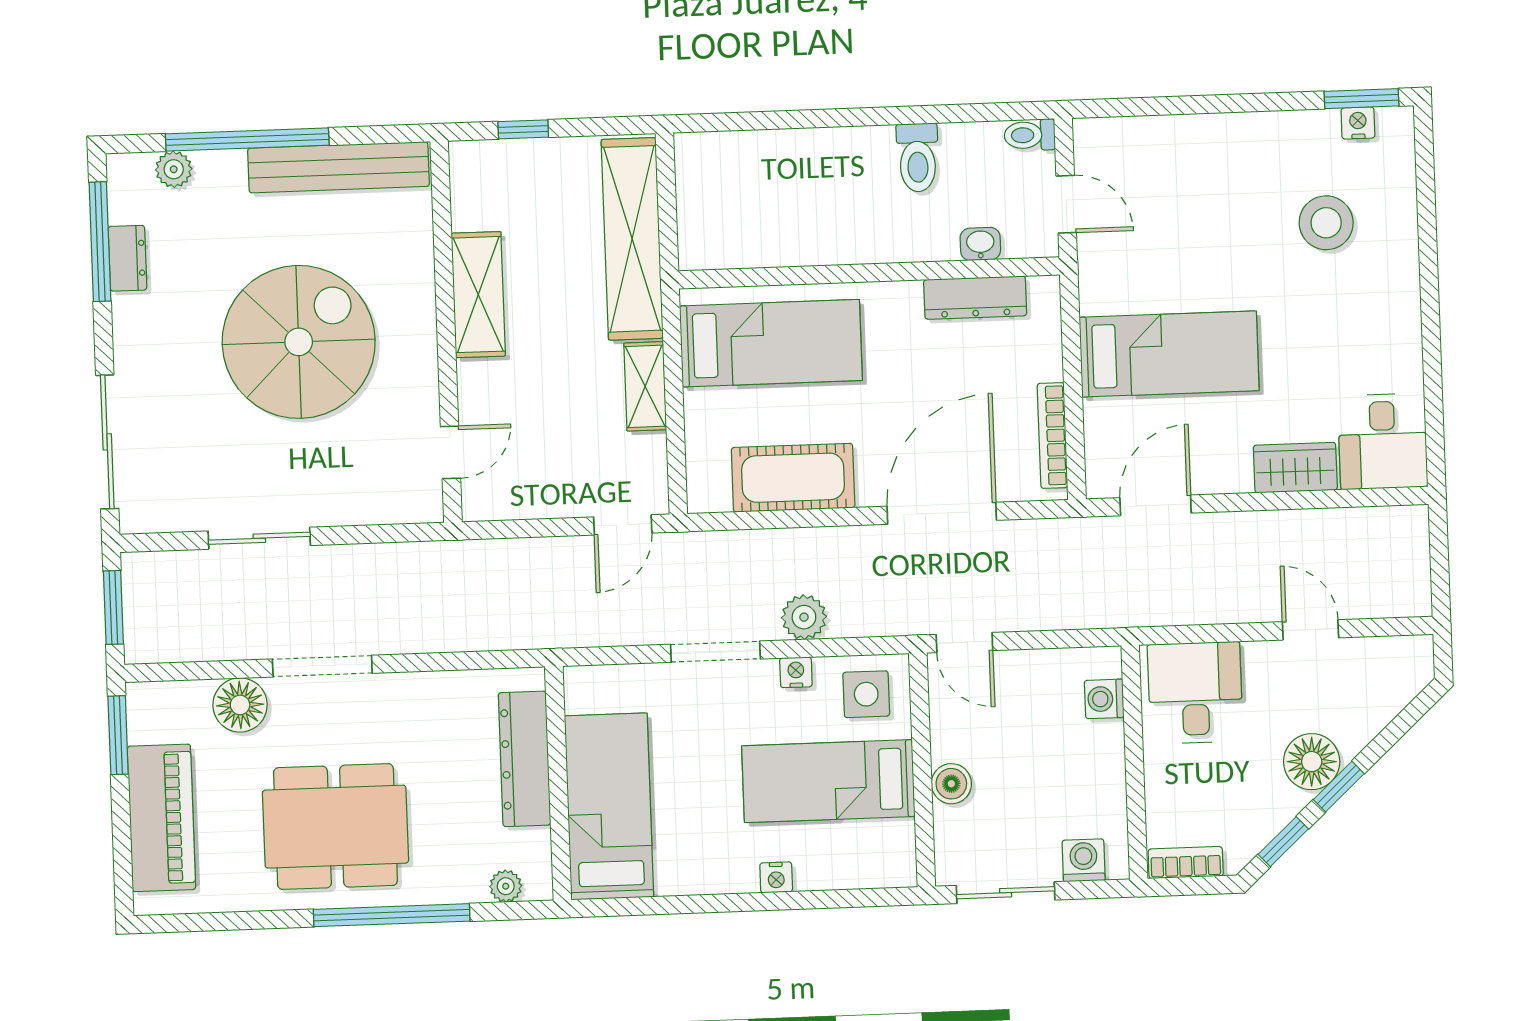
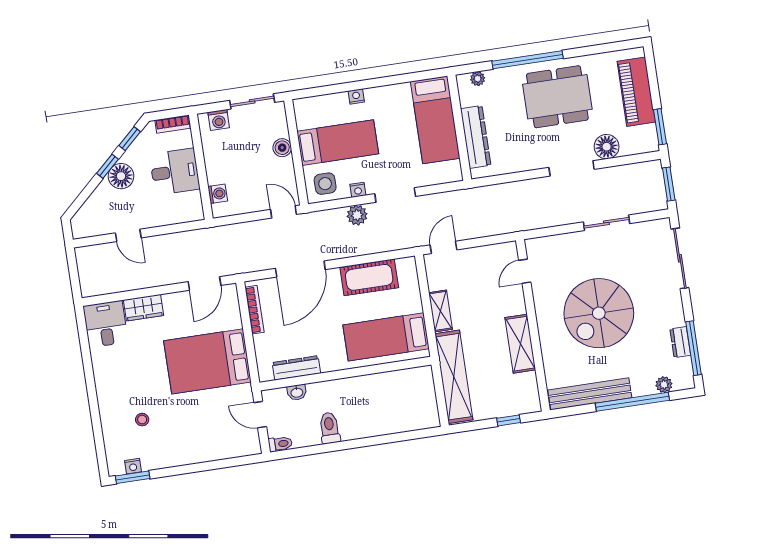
stool: (1326, 223) -> (142, 420), width x0.53, depth x0.53
bed: (1169, 354) -> (207, 361), width x1.50
desk: (1195, 693) -> (175, 172), moved, turned -90

